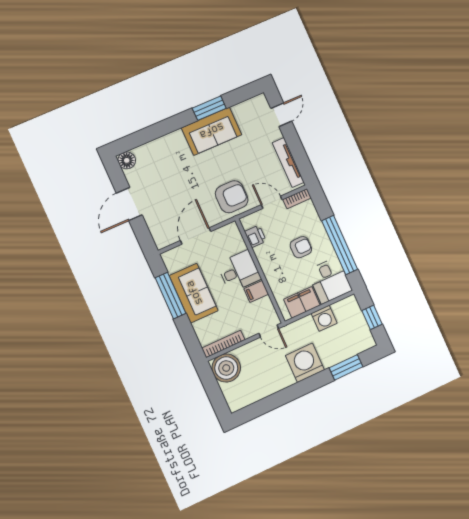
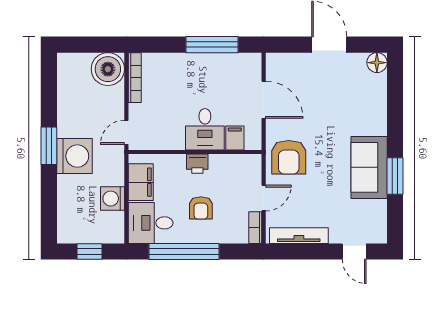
printer: (255, 236) -> (197, 164), moved
filing cabinet: (256, 291) -> (235, 138), moved
sofa: (194, 293) -> (203, 70), removed
window: (346, 367) -> (49, 146), moved

